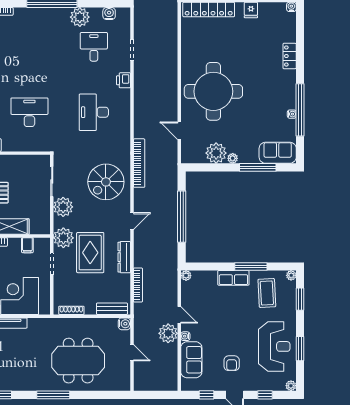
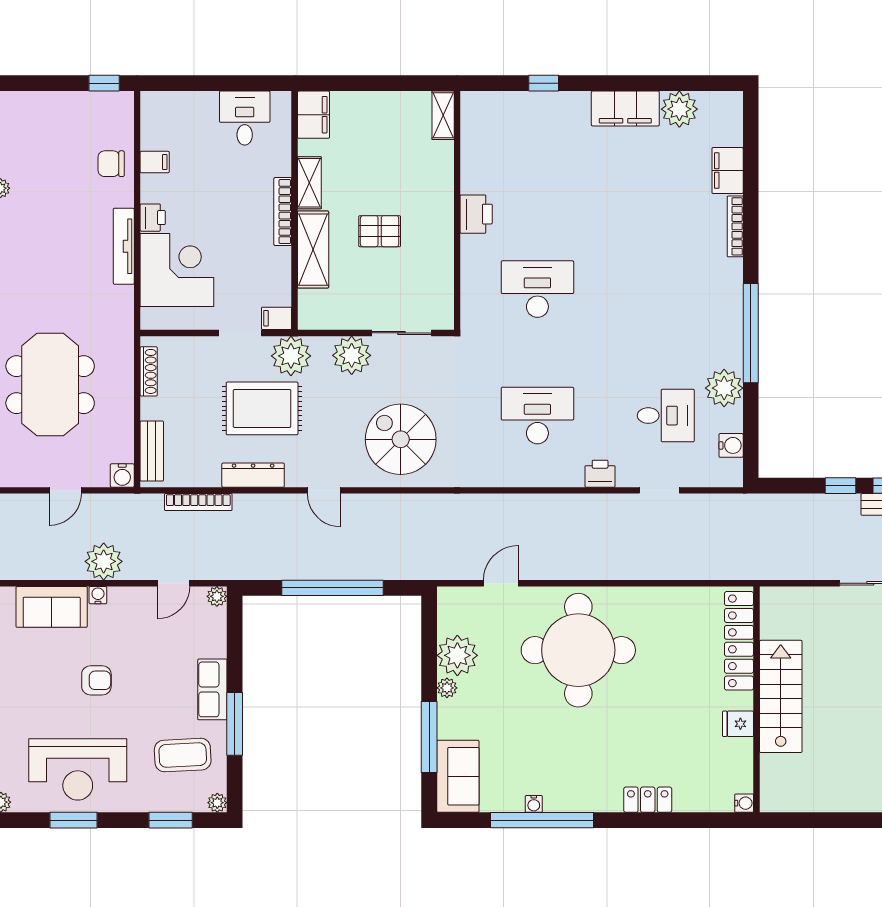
desk: (29, 112) -> (537, 289), turned -90
bookcase: (139, 163) -> (438, 504), removed
filing cabinet: (27, 245) -> (276, 318), moved
door: (179, 315) -> (173, 583), moved
armchair: (232, 363) -> (96, 680), moved, turned 180

